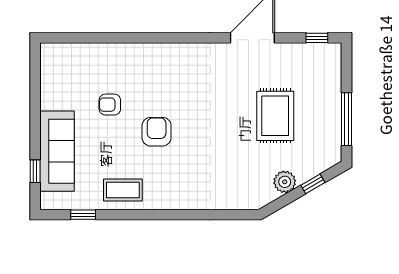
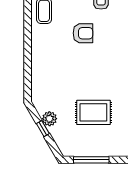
window: (313, 184) -> (43, 129), moved

